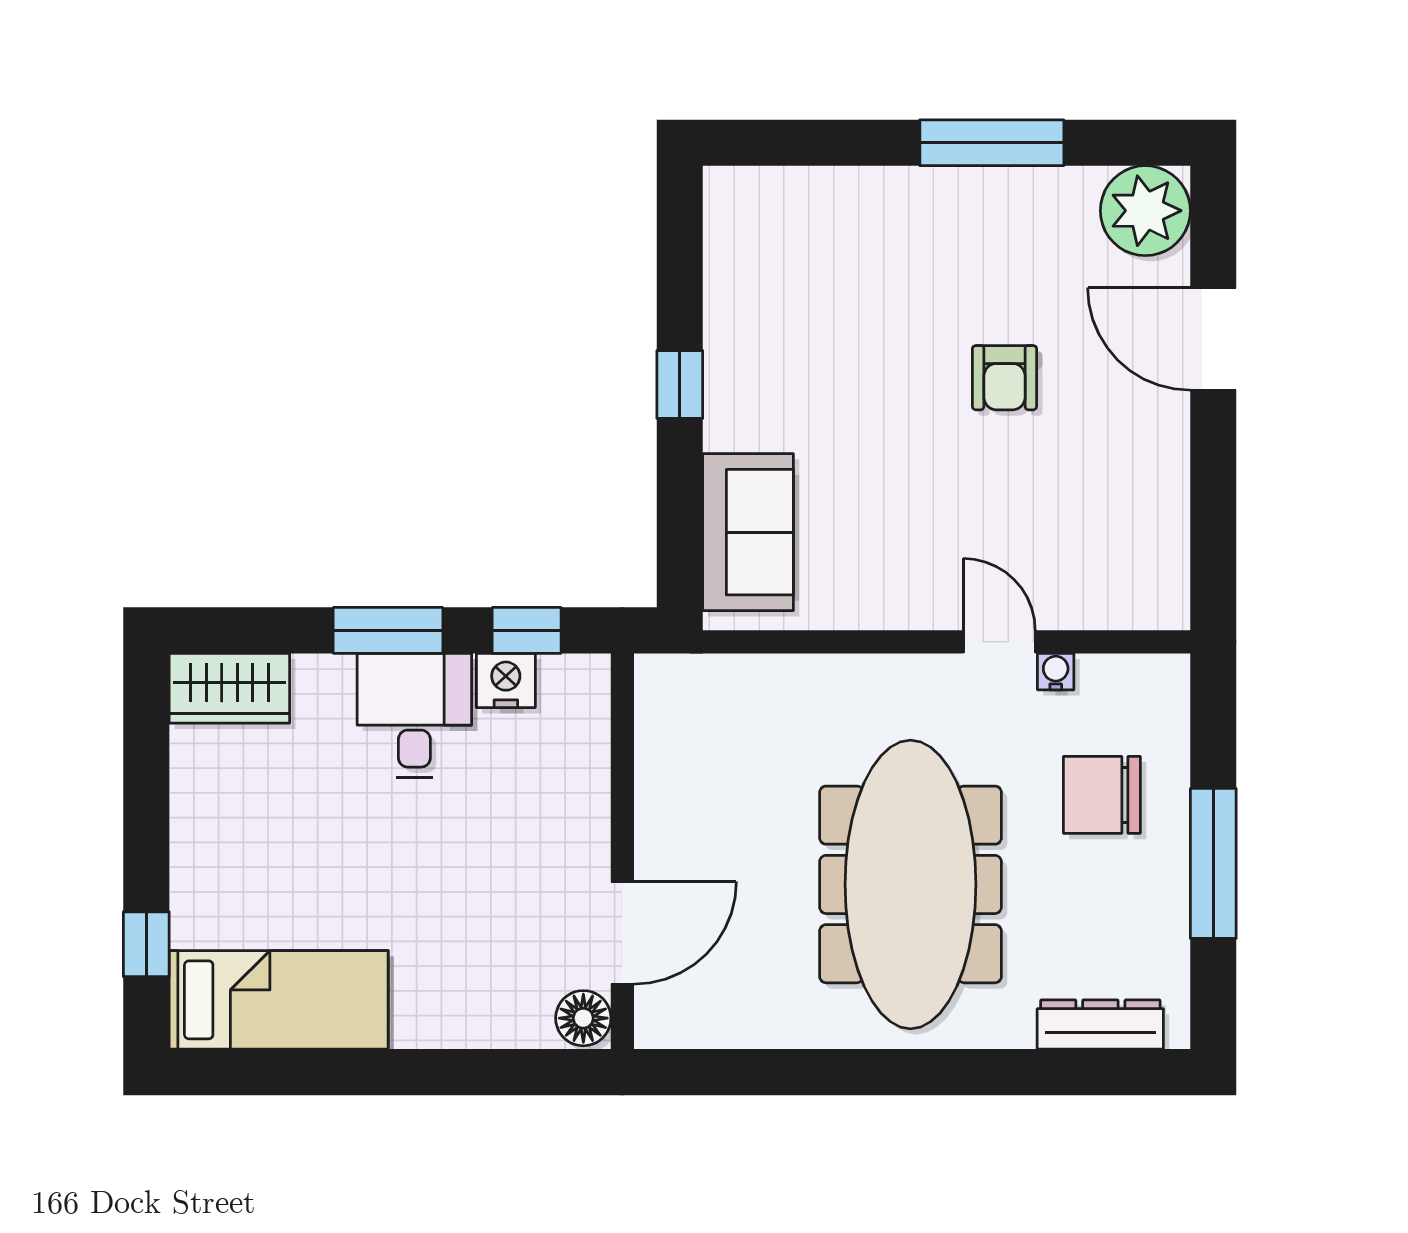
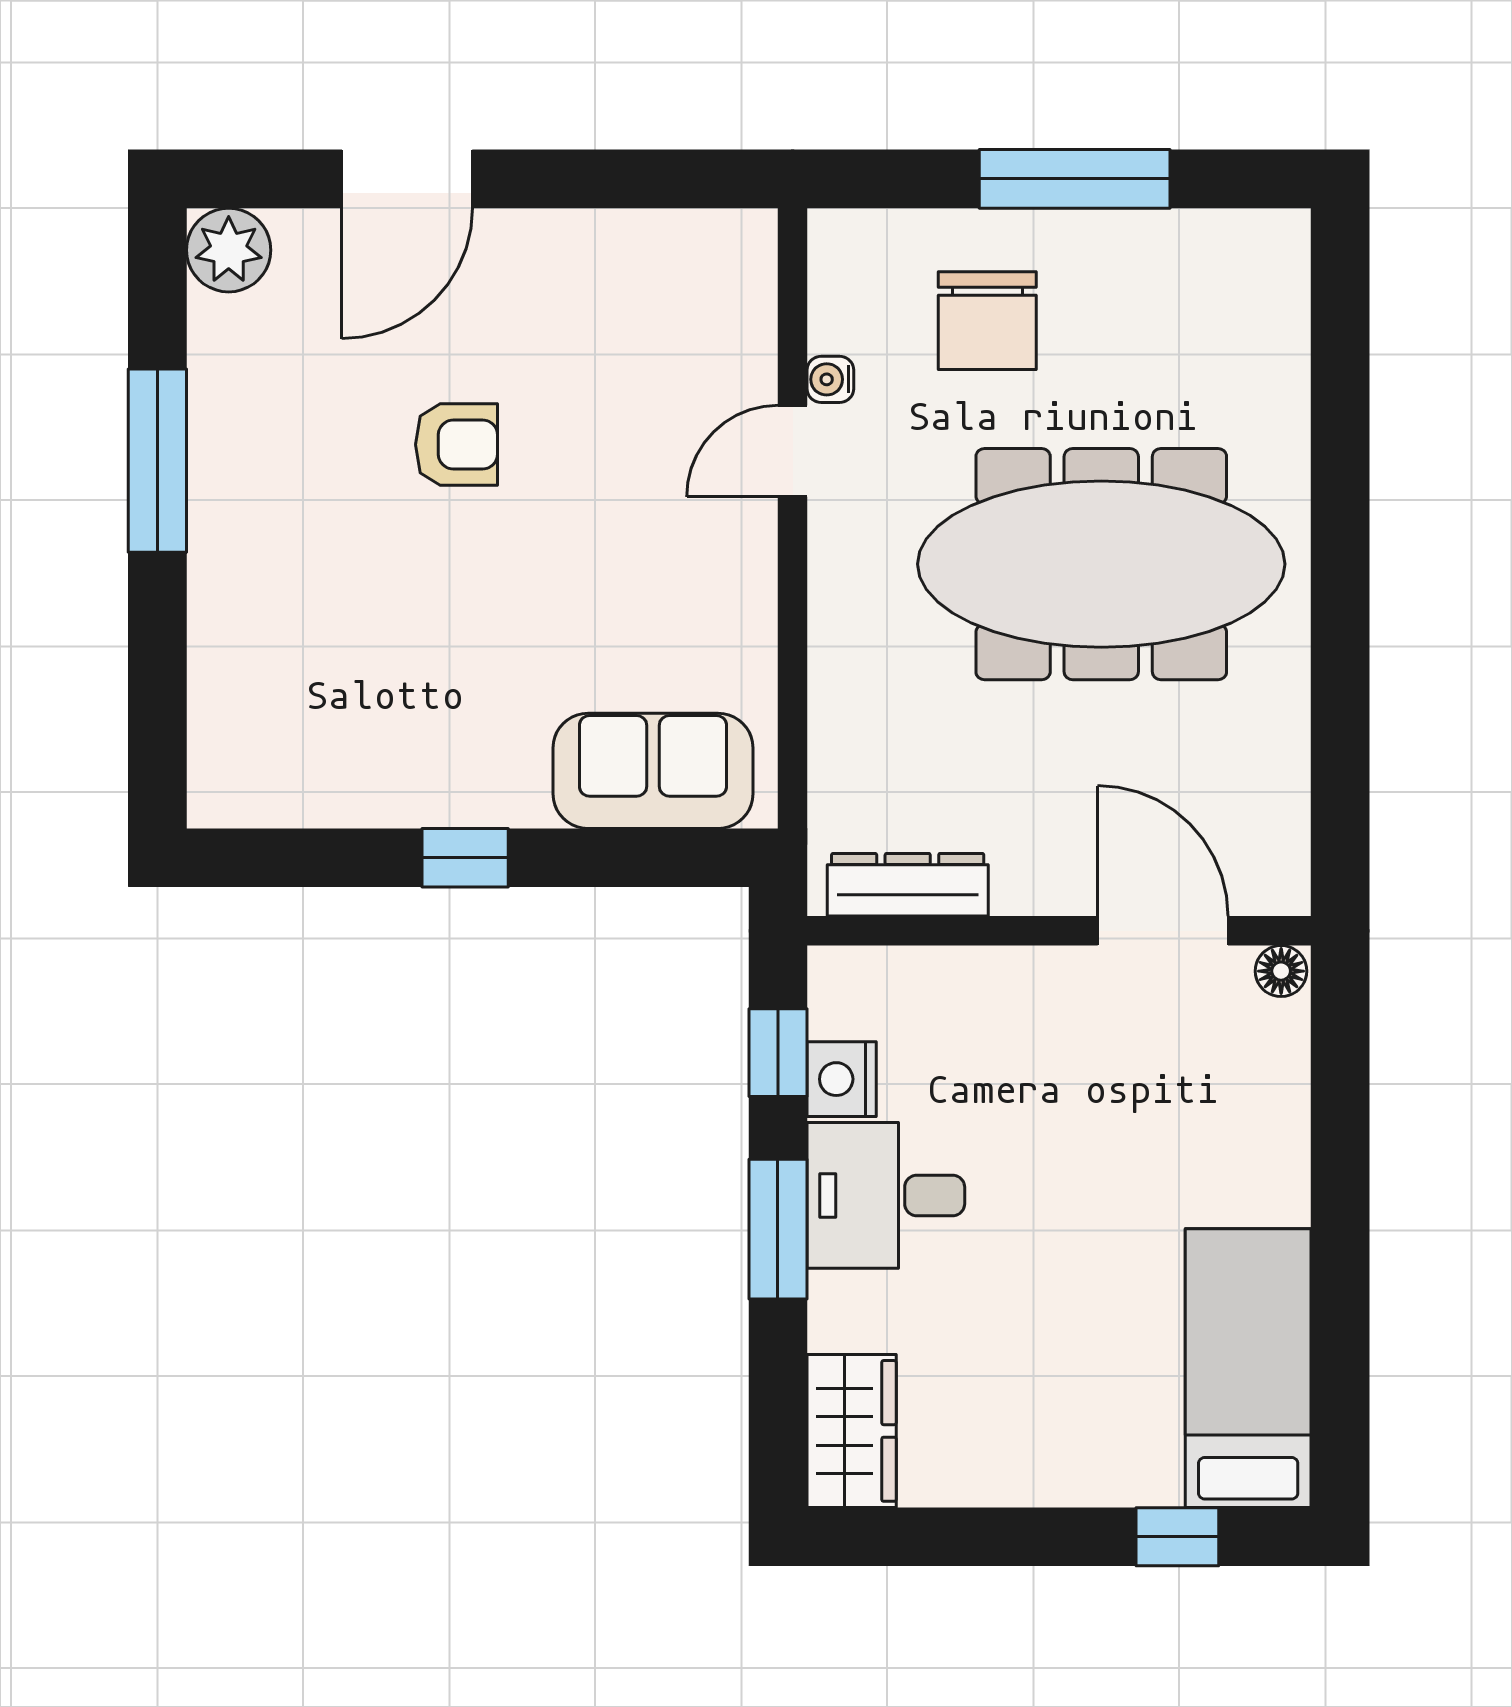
plant: (1145, 211) -> (229, 250), width x0.73, depth x0.73
floor lamp: (583, 1018) -> (1281, 971), width x0.73, depth x0.73
dresser: (1100, 1024) -> (908, 885), moved, turned 90

